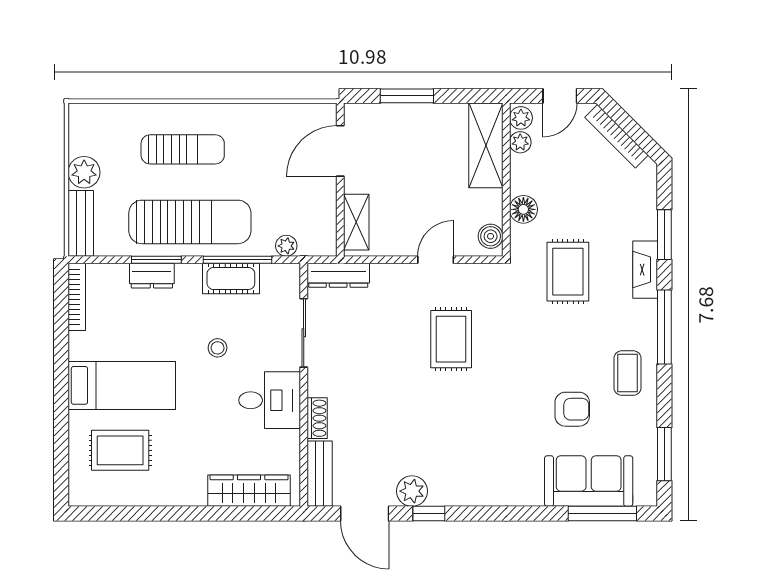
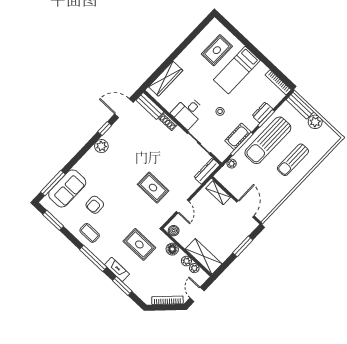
plant: (521, 118) -> (186, 261), moved
plant: (412, 491) -> (101, 146), moved

